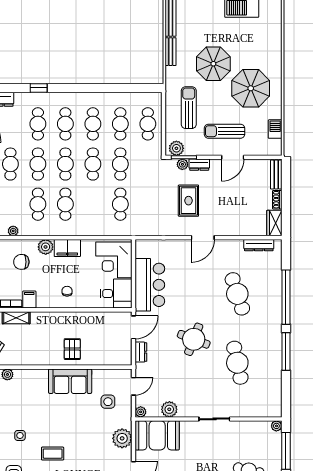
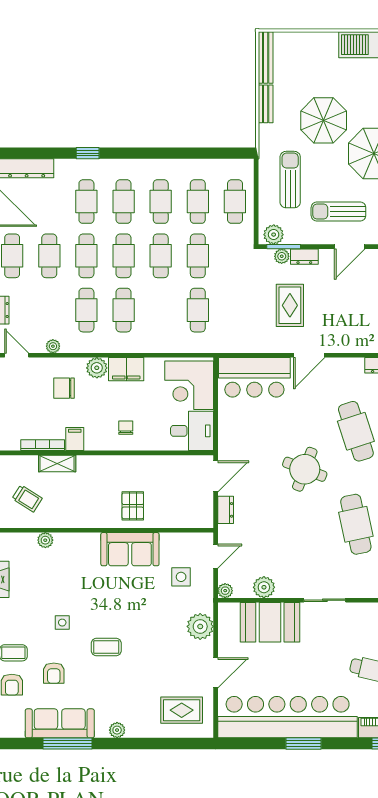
bar counter: (150, 285) -> (254, 377), moved, turned 90
round table: (194, 339) -> (305, 469), moved
booth: (157, 435) -> (270, 622), moved

